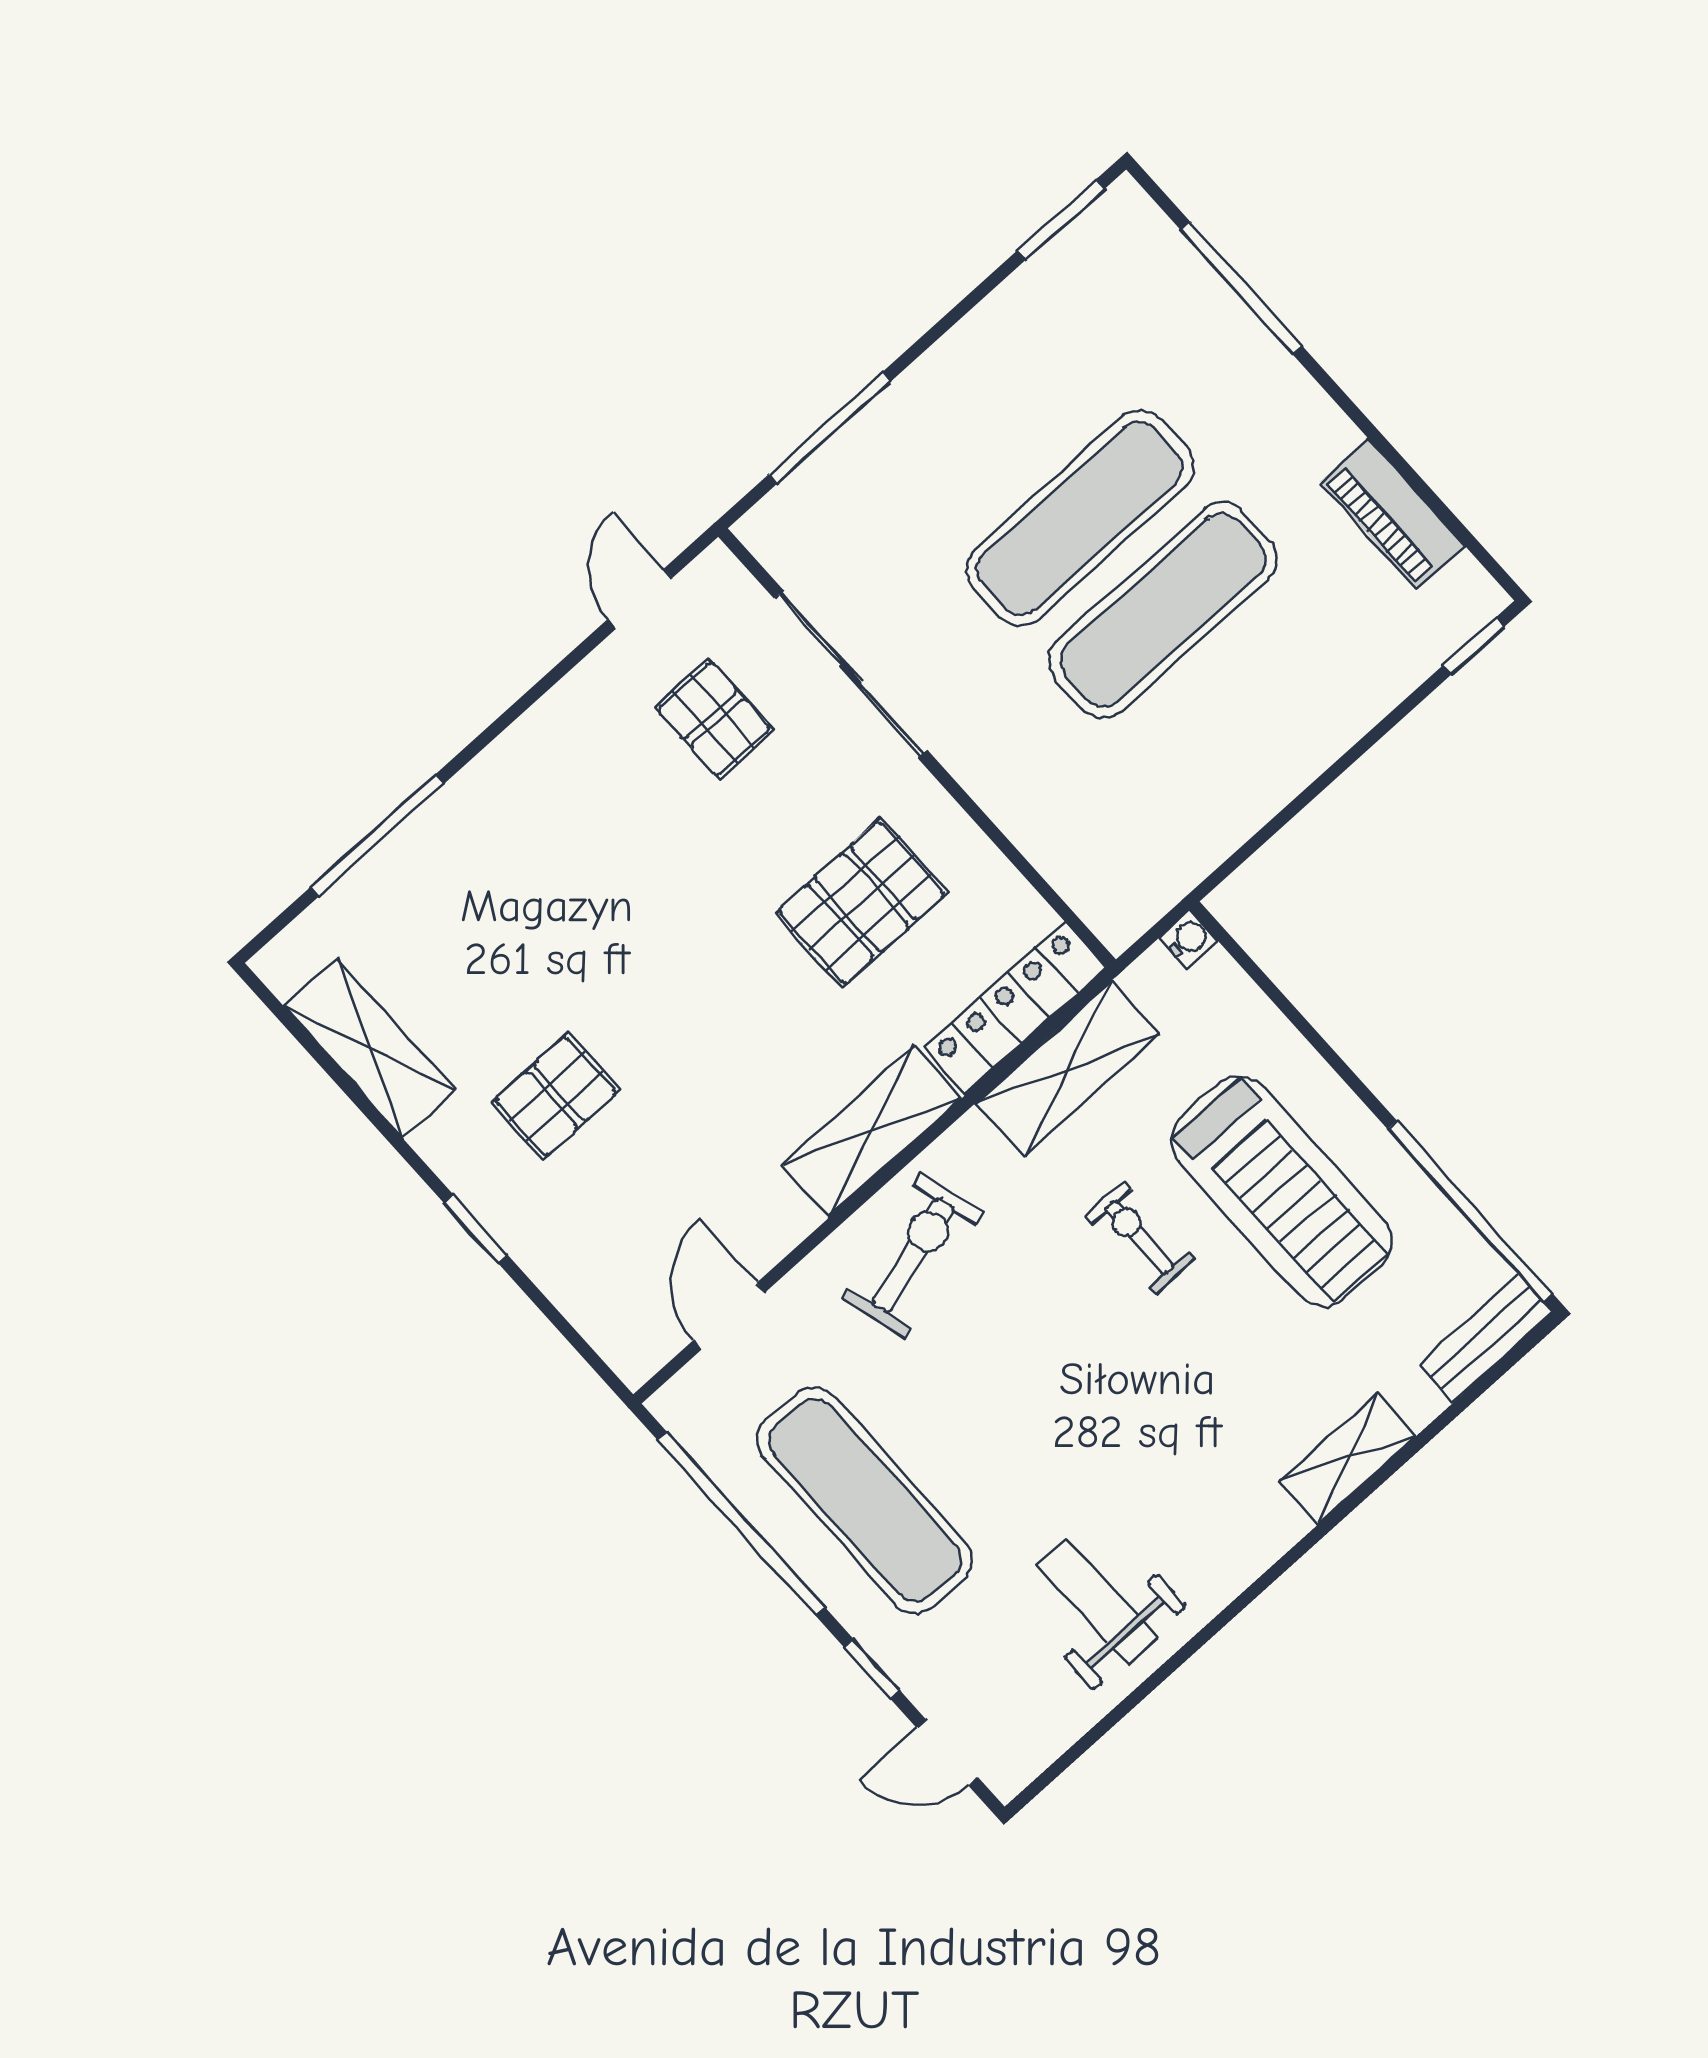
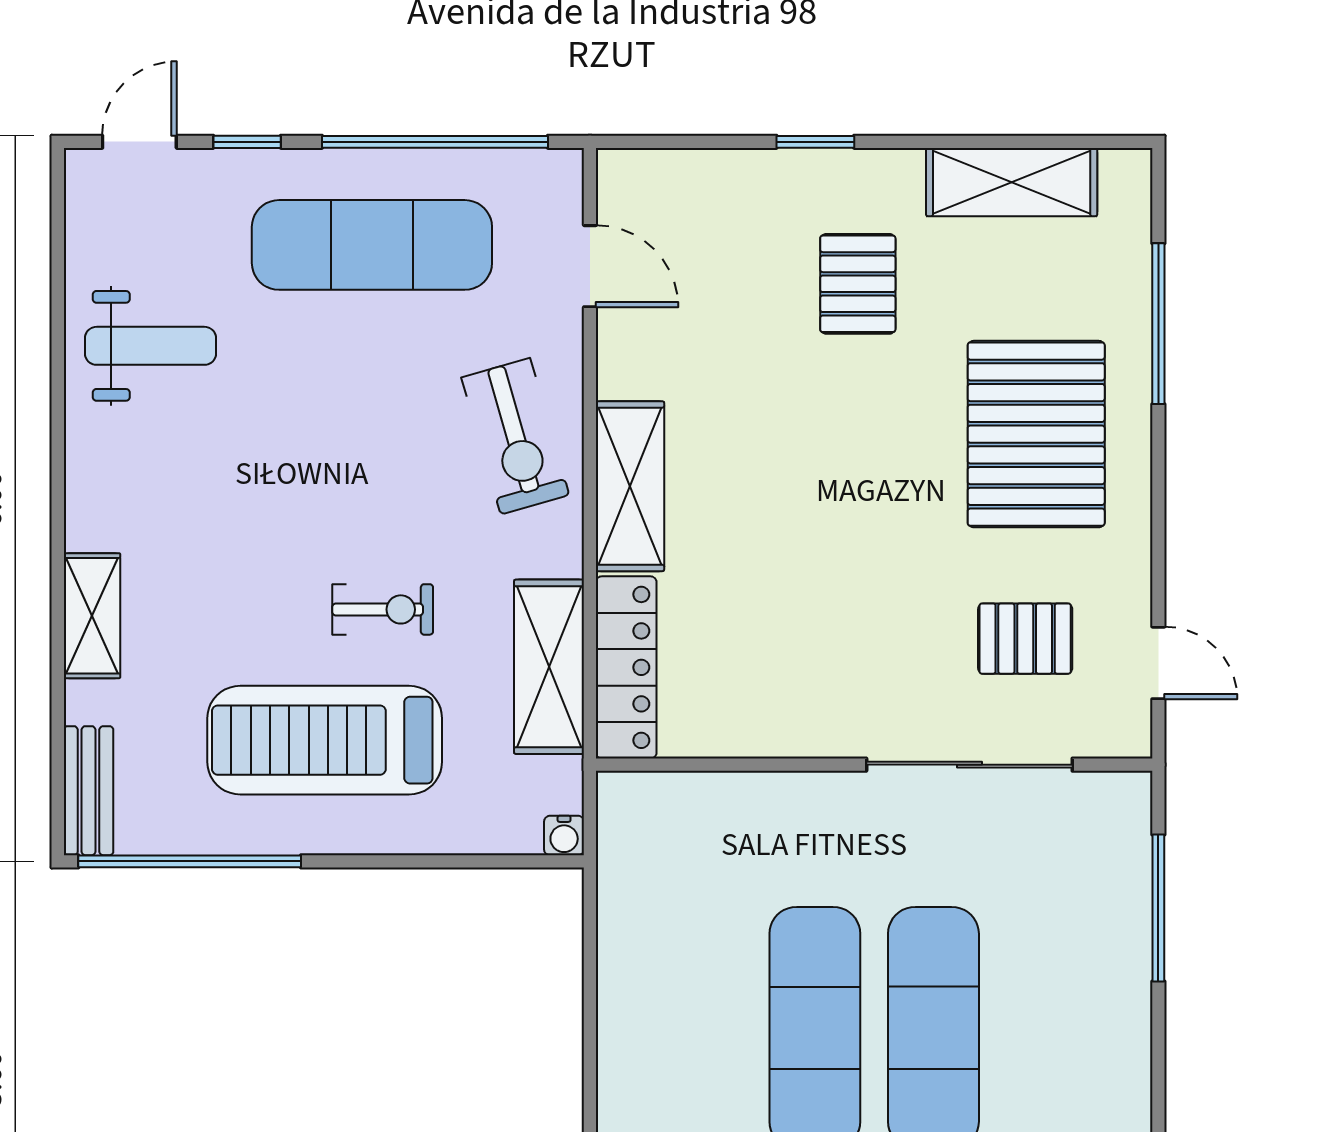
pallet: (862, 902) -> (1036, 434), moved, width x1.37, depth x1.41

